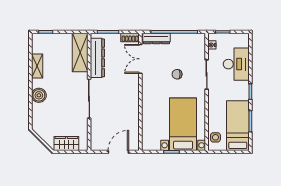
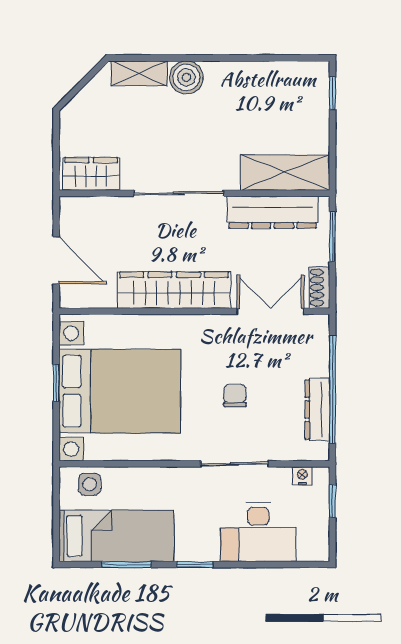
dresser: (156, 38) -> (317, 409), moved
shelving: (37, 66) -> (139, 73), moved
wardrobe: (131, 101) -> (174, 290), added
bed with nightstands: (183, 124) -> (120, 391), width x1.36
wardrobe: (66, 143) -> (91, 174), moved, turned -90

